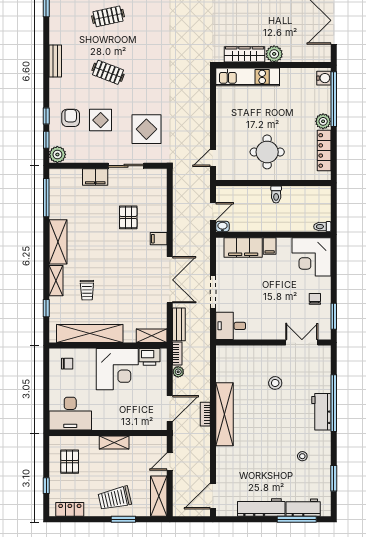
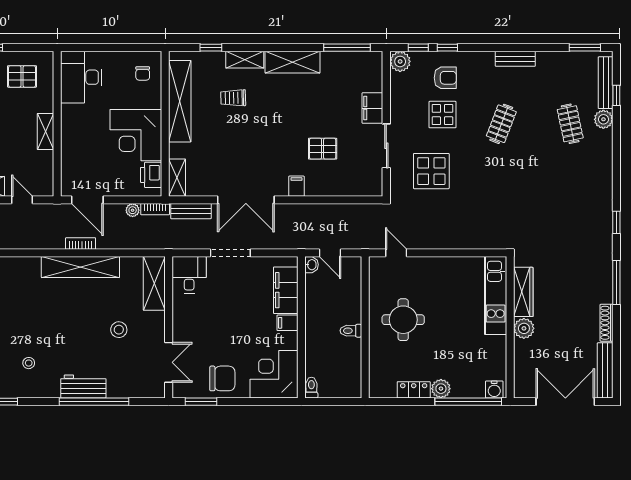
locker: (324, 150) -> (414, 390), width x0.66
chair: (315, 299) -> (222, 378), width x1.87, depth x1.87
shelving: (238, 354) -> (154, 283), added

